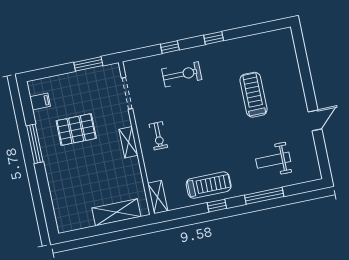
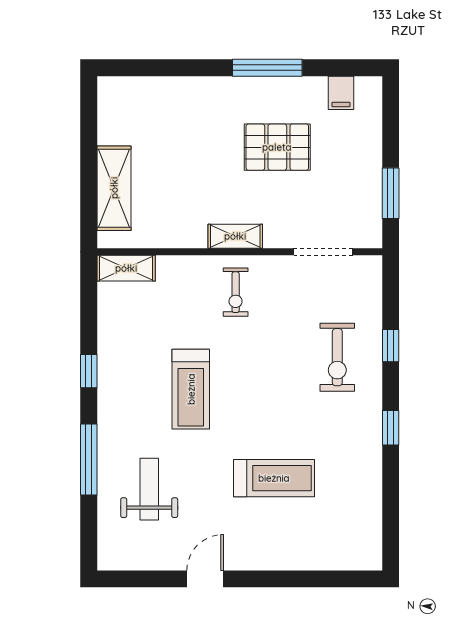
door: (315, 120) -> (205, 579), swing flipped
pallet: (76, 130) -> (277, 147), turned 90
exercise bike: (158, 136) -> (236, 292), turned -90
treadmill: (209, 185) -> (191, 389), moved

